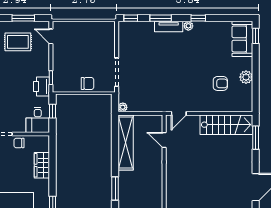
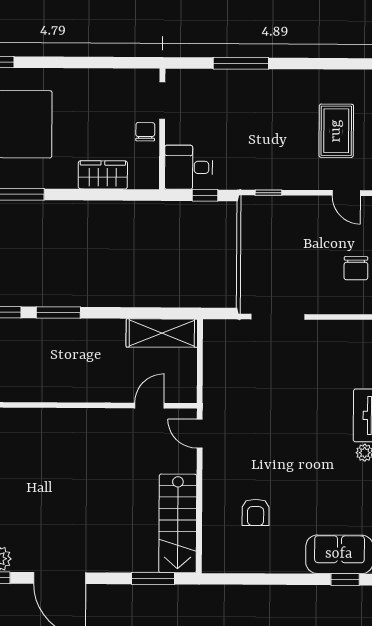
door: (51, 36) -> (346, 193), swing flipped
plant: (246, 77) -> (267, 561), removed
chair: (88, 84) -> (356, 268), moved
printer: (41, 86) -> (252, 175), removed
plant: (123, 107) -> (212, 328), removed
shelving: (126, 142) -> (162, 333), width x0.68

